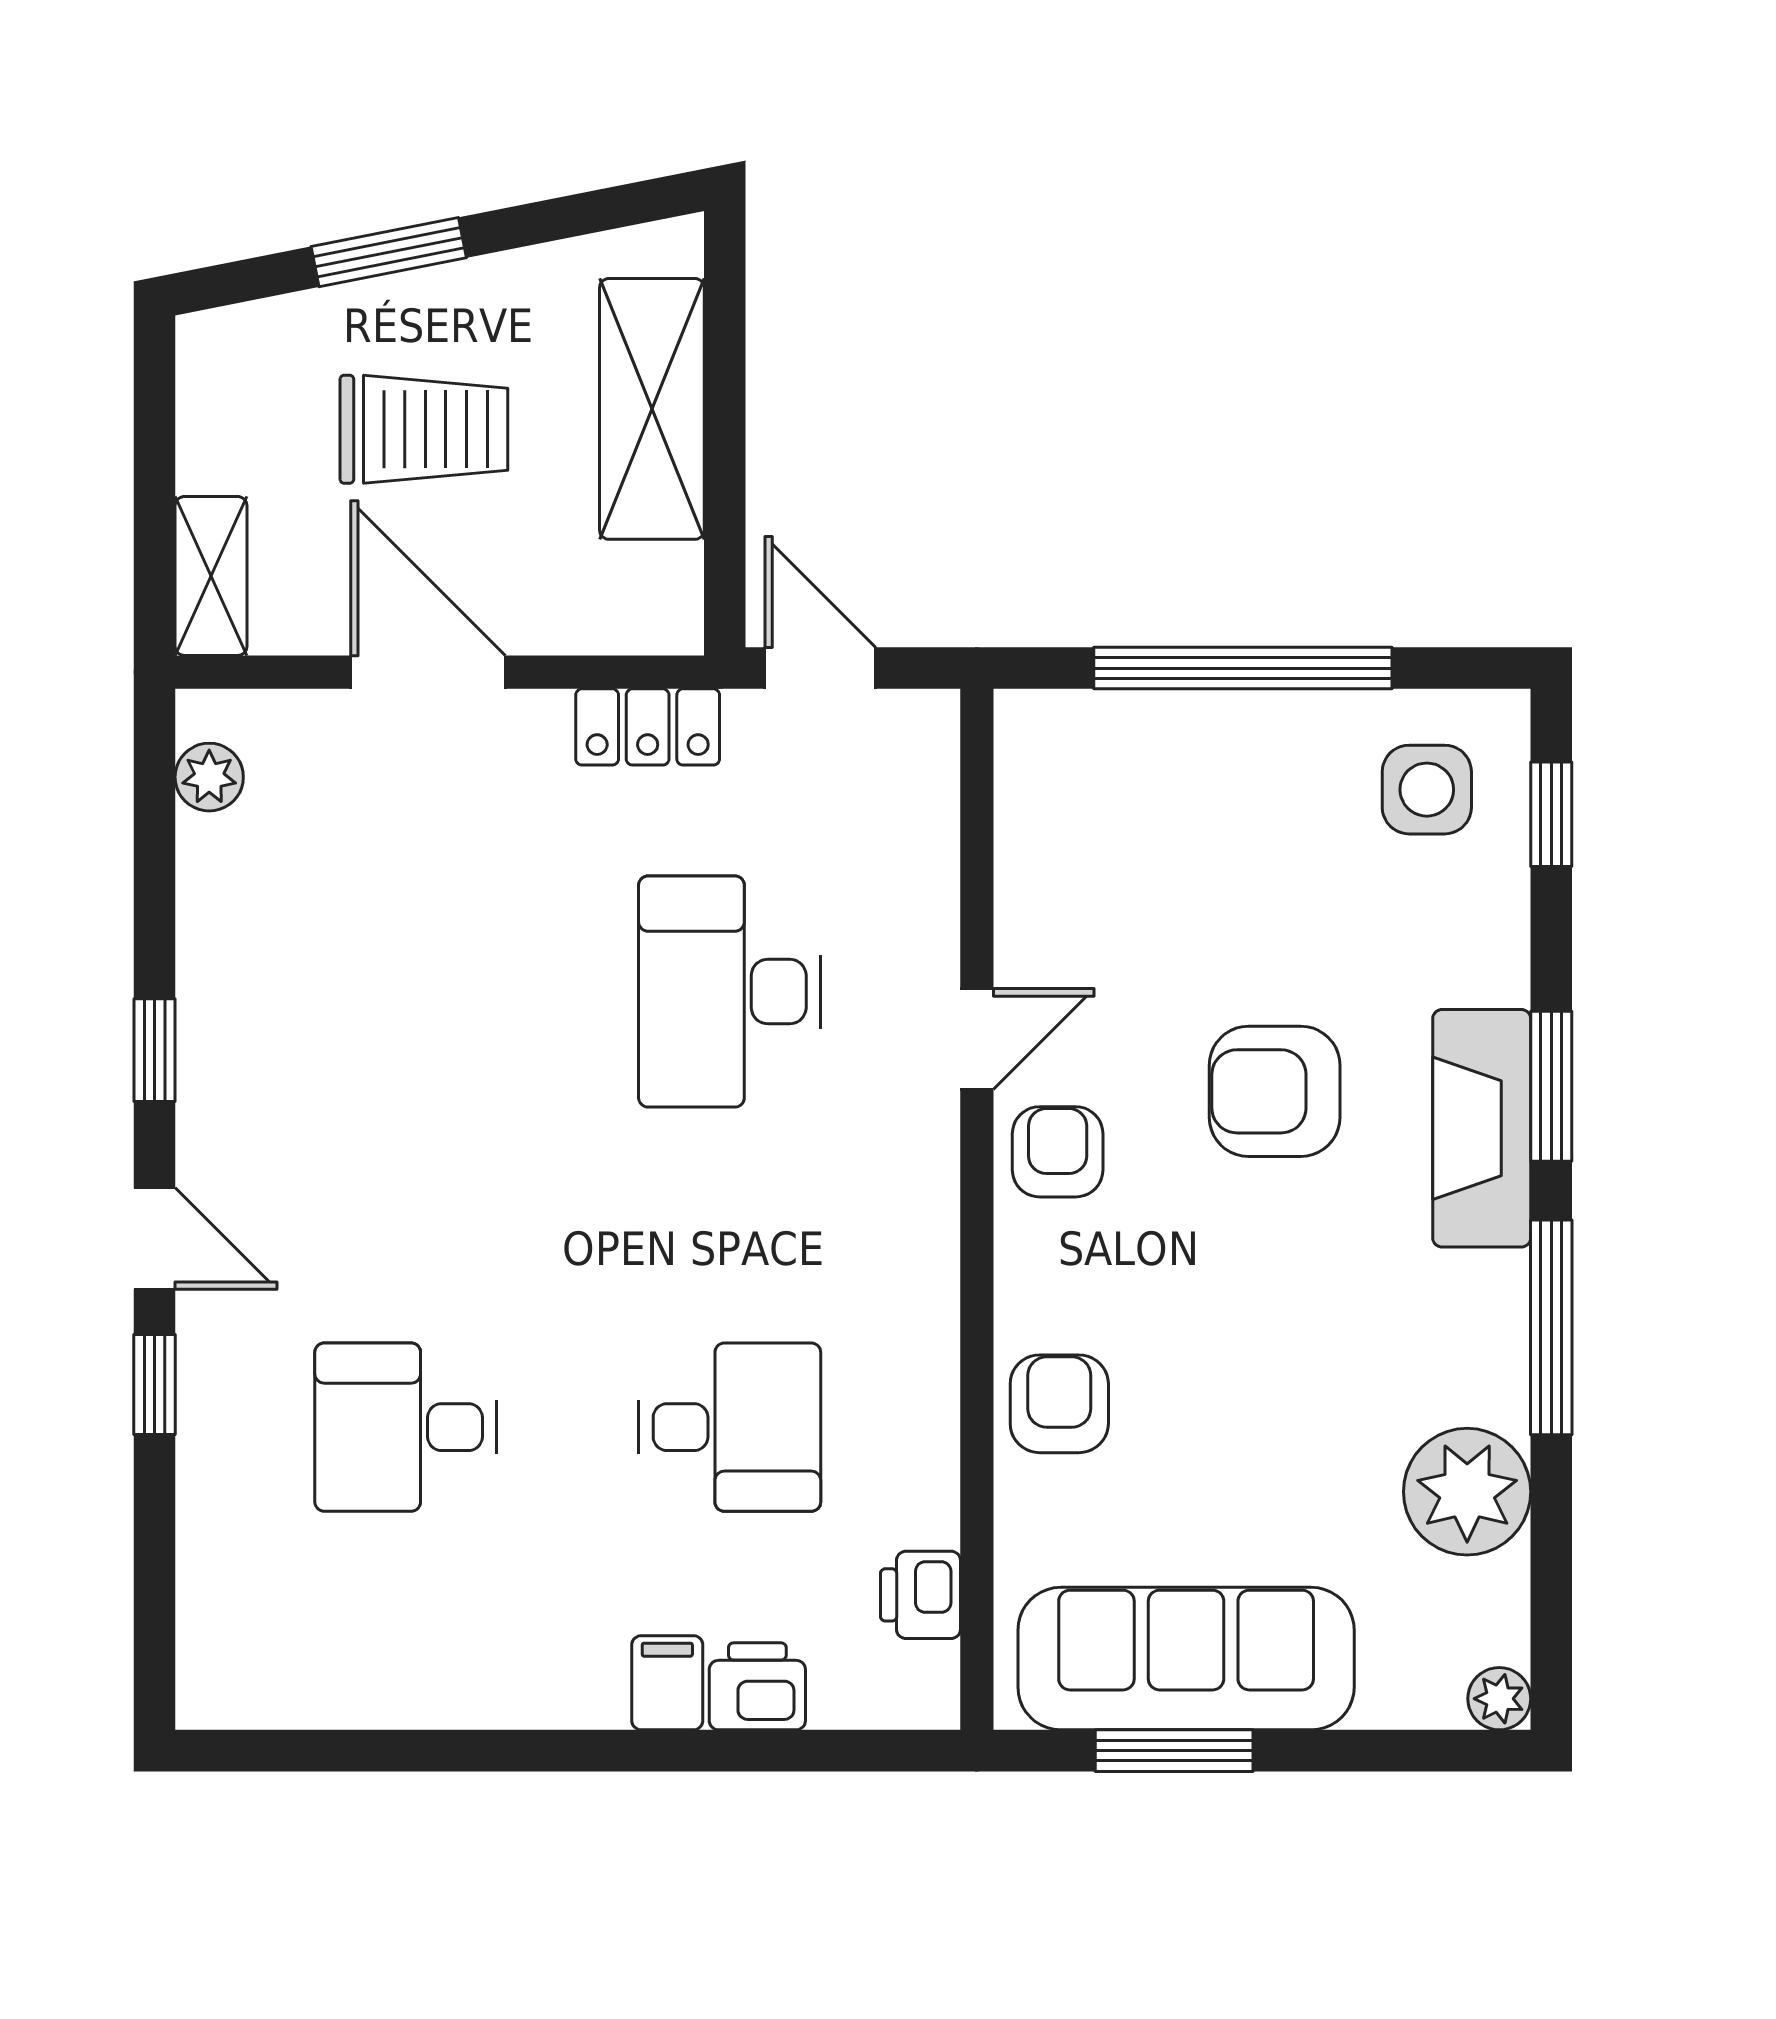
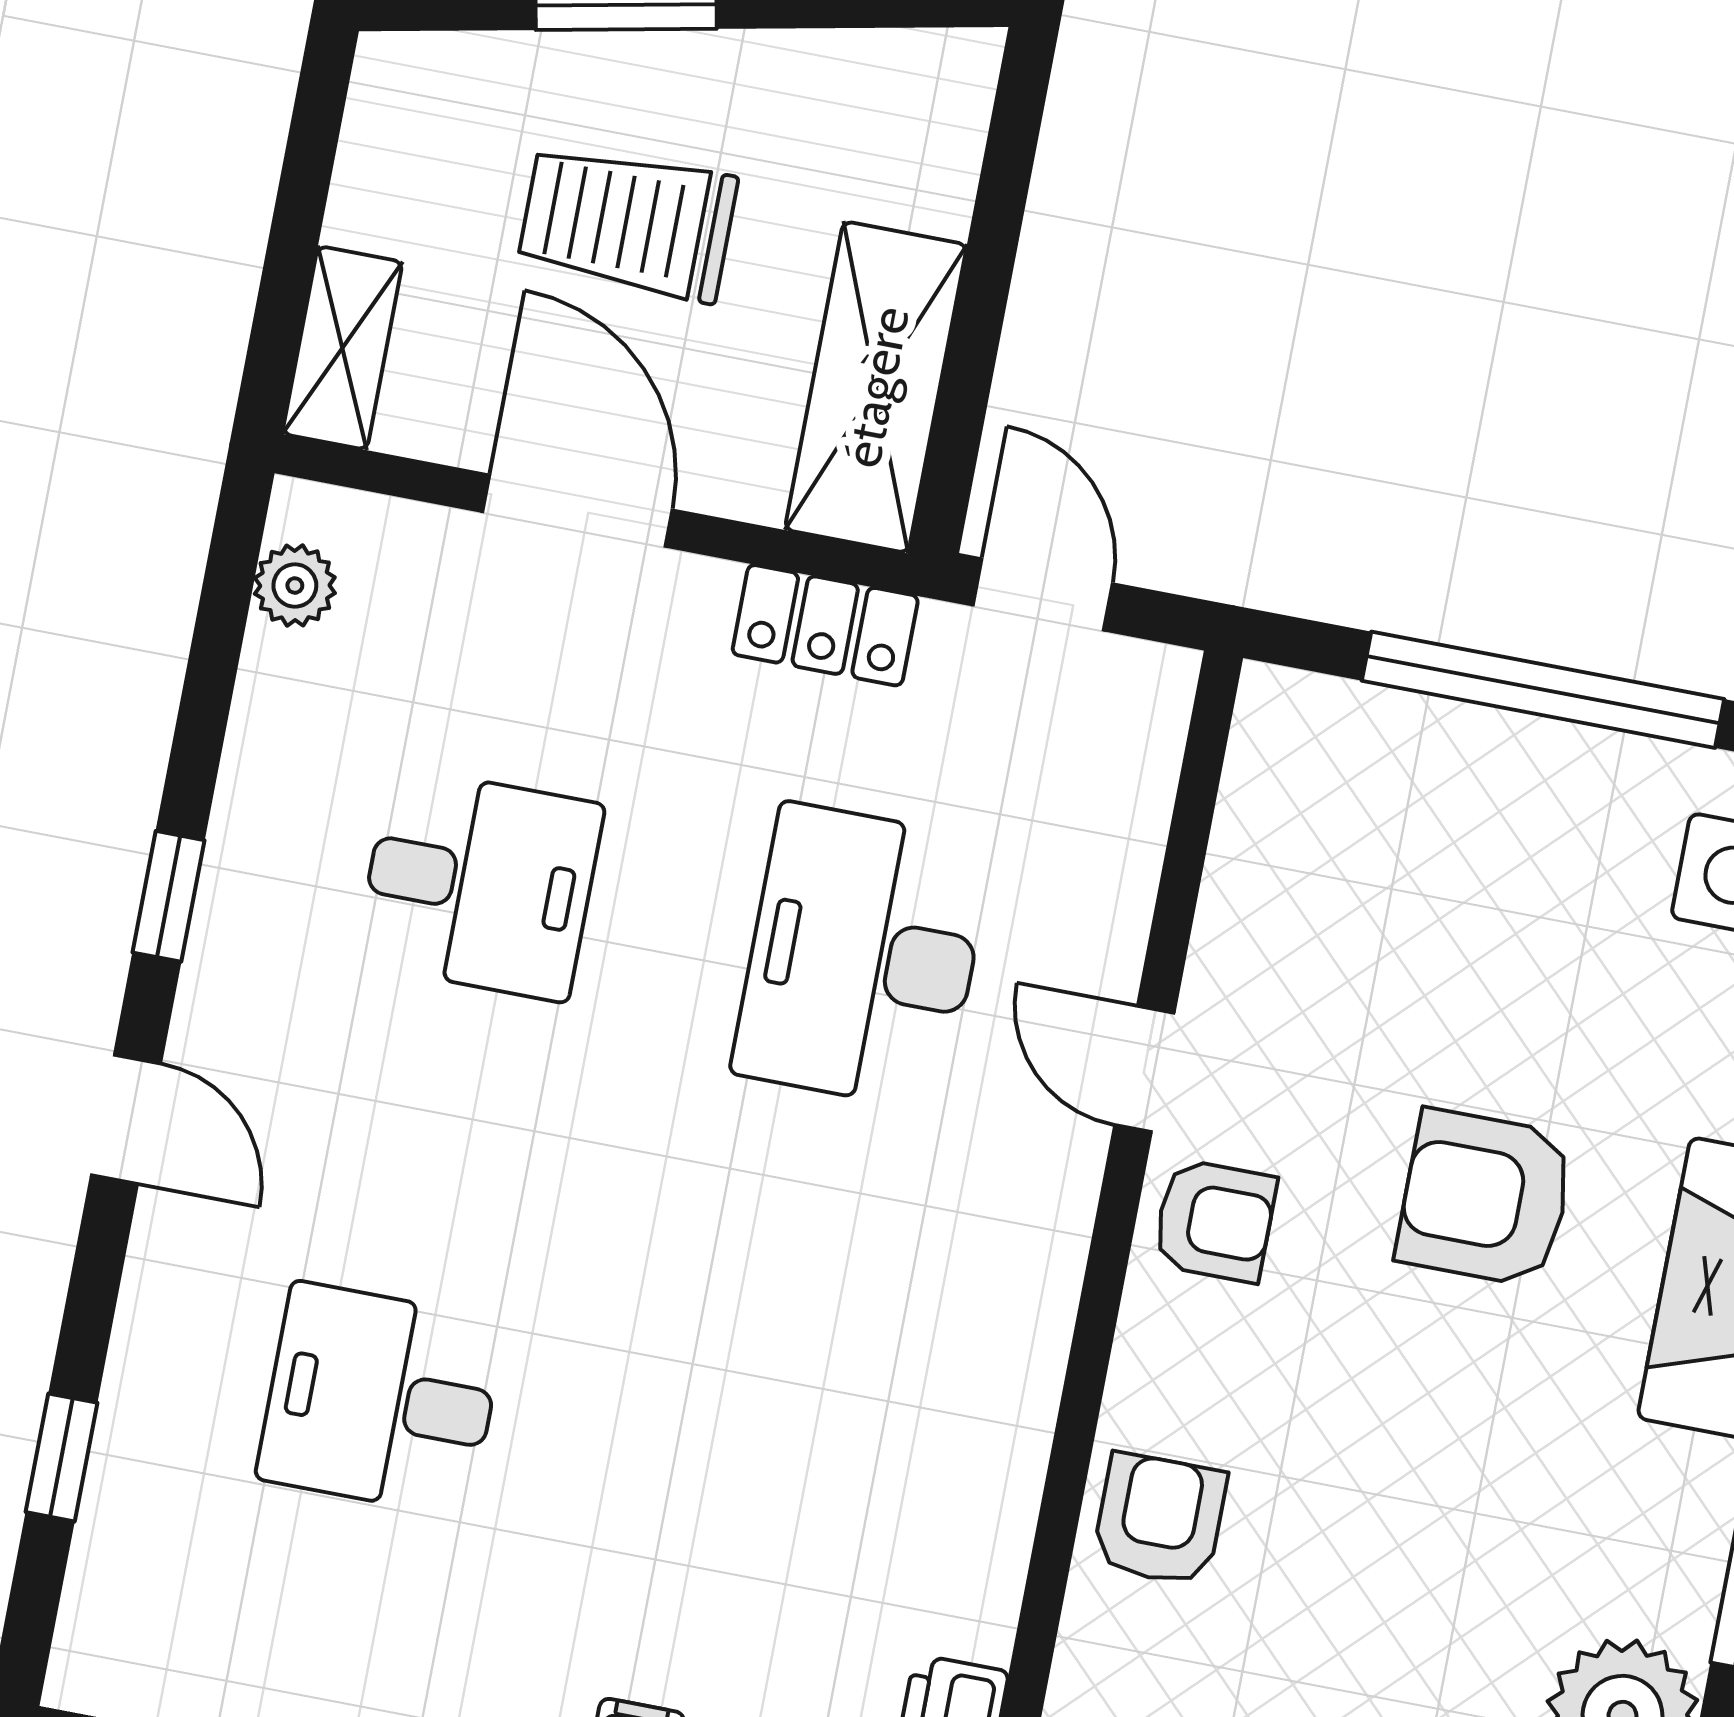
shelving: (652, 409) -> (876, 387), moved
trolley: (424, 429) -> (628, 222), turned 180
door: (977, 1039) -> (1144, 1069), swing flipped
armchair: (1058, 1152) -> (1215, 1221), turned 90
window: (155, 1385) -> (61, 1457), moved
desk: (730, 1427) -> (479, 884), moved

